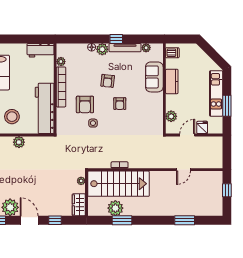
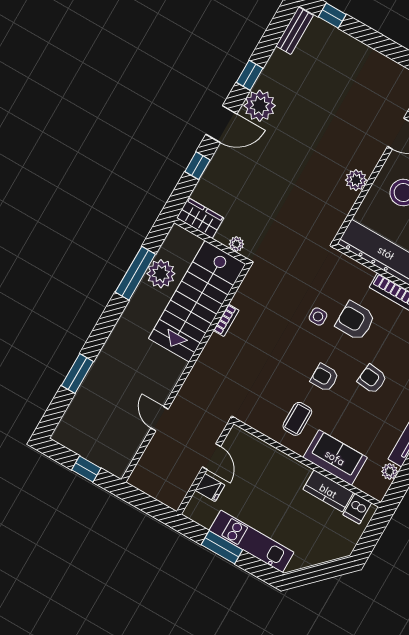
kitchen counter: (172, 81) -> (328, 491), moved
coffee table: (146, 105) -> (297, 419), added
plant: (171, 116) -> (256, 448), removed
window: (122, 220) -> (135, 273), width x1.44

